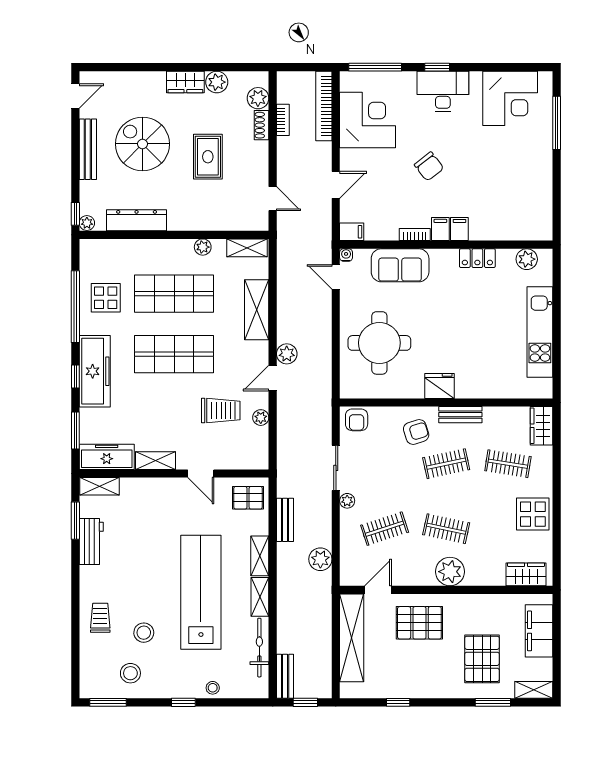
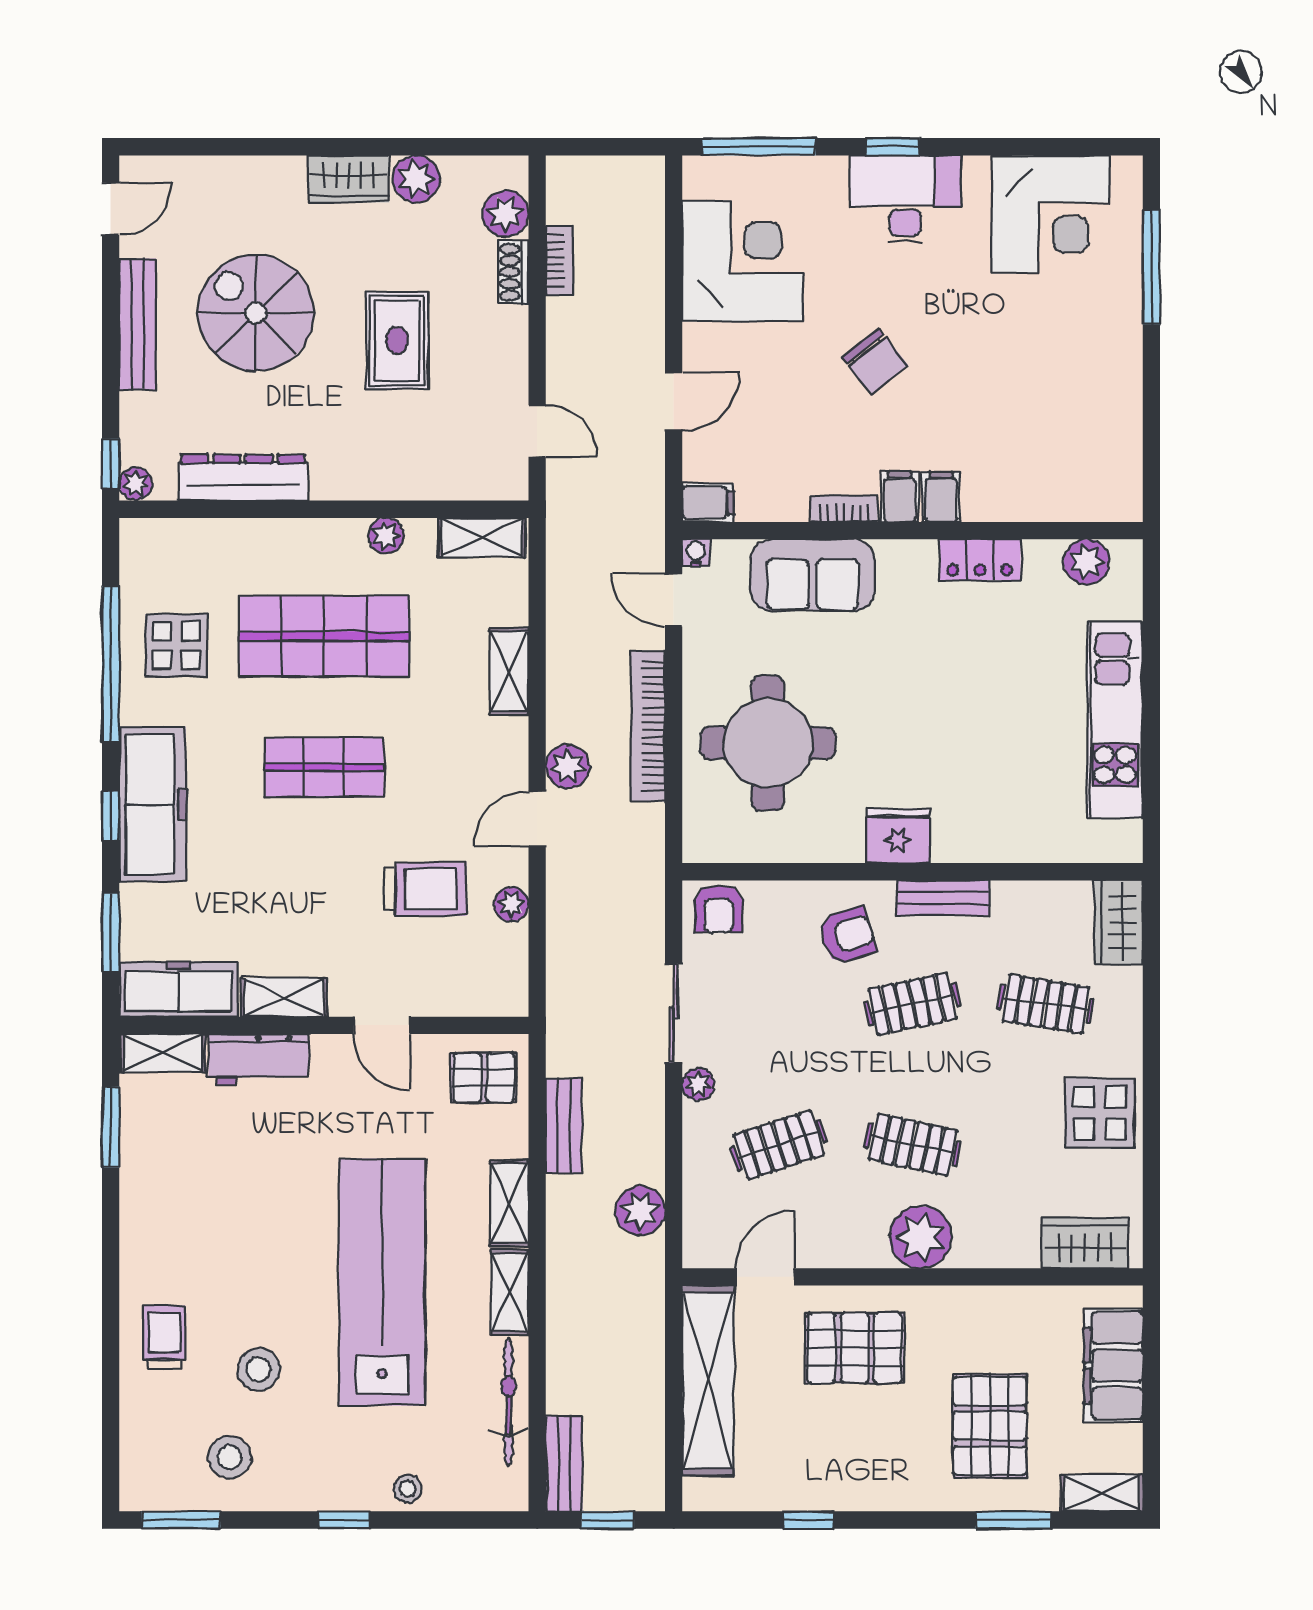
bookcase: (324, 106) -> (648, 726), moved
shelving: (257, 310) -> (509, 671), width x0.67, depth x0.75
shop shelf: (174, 354) -> (324, 767), width x0.70, depth x0.74
workbench: (91, 542) -> (259, 1060), moved, turned 90

